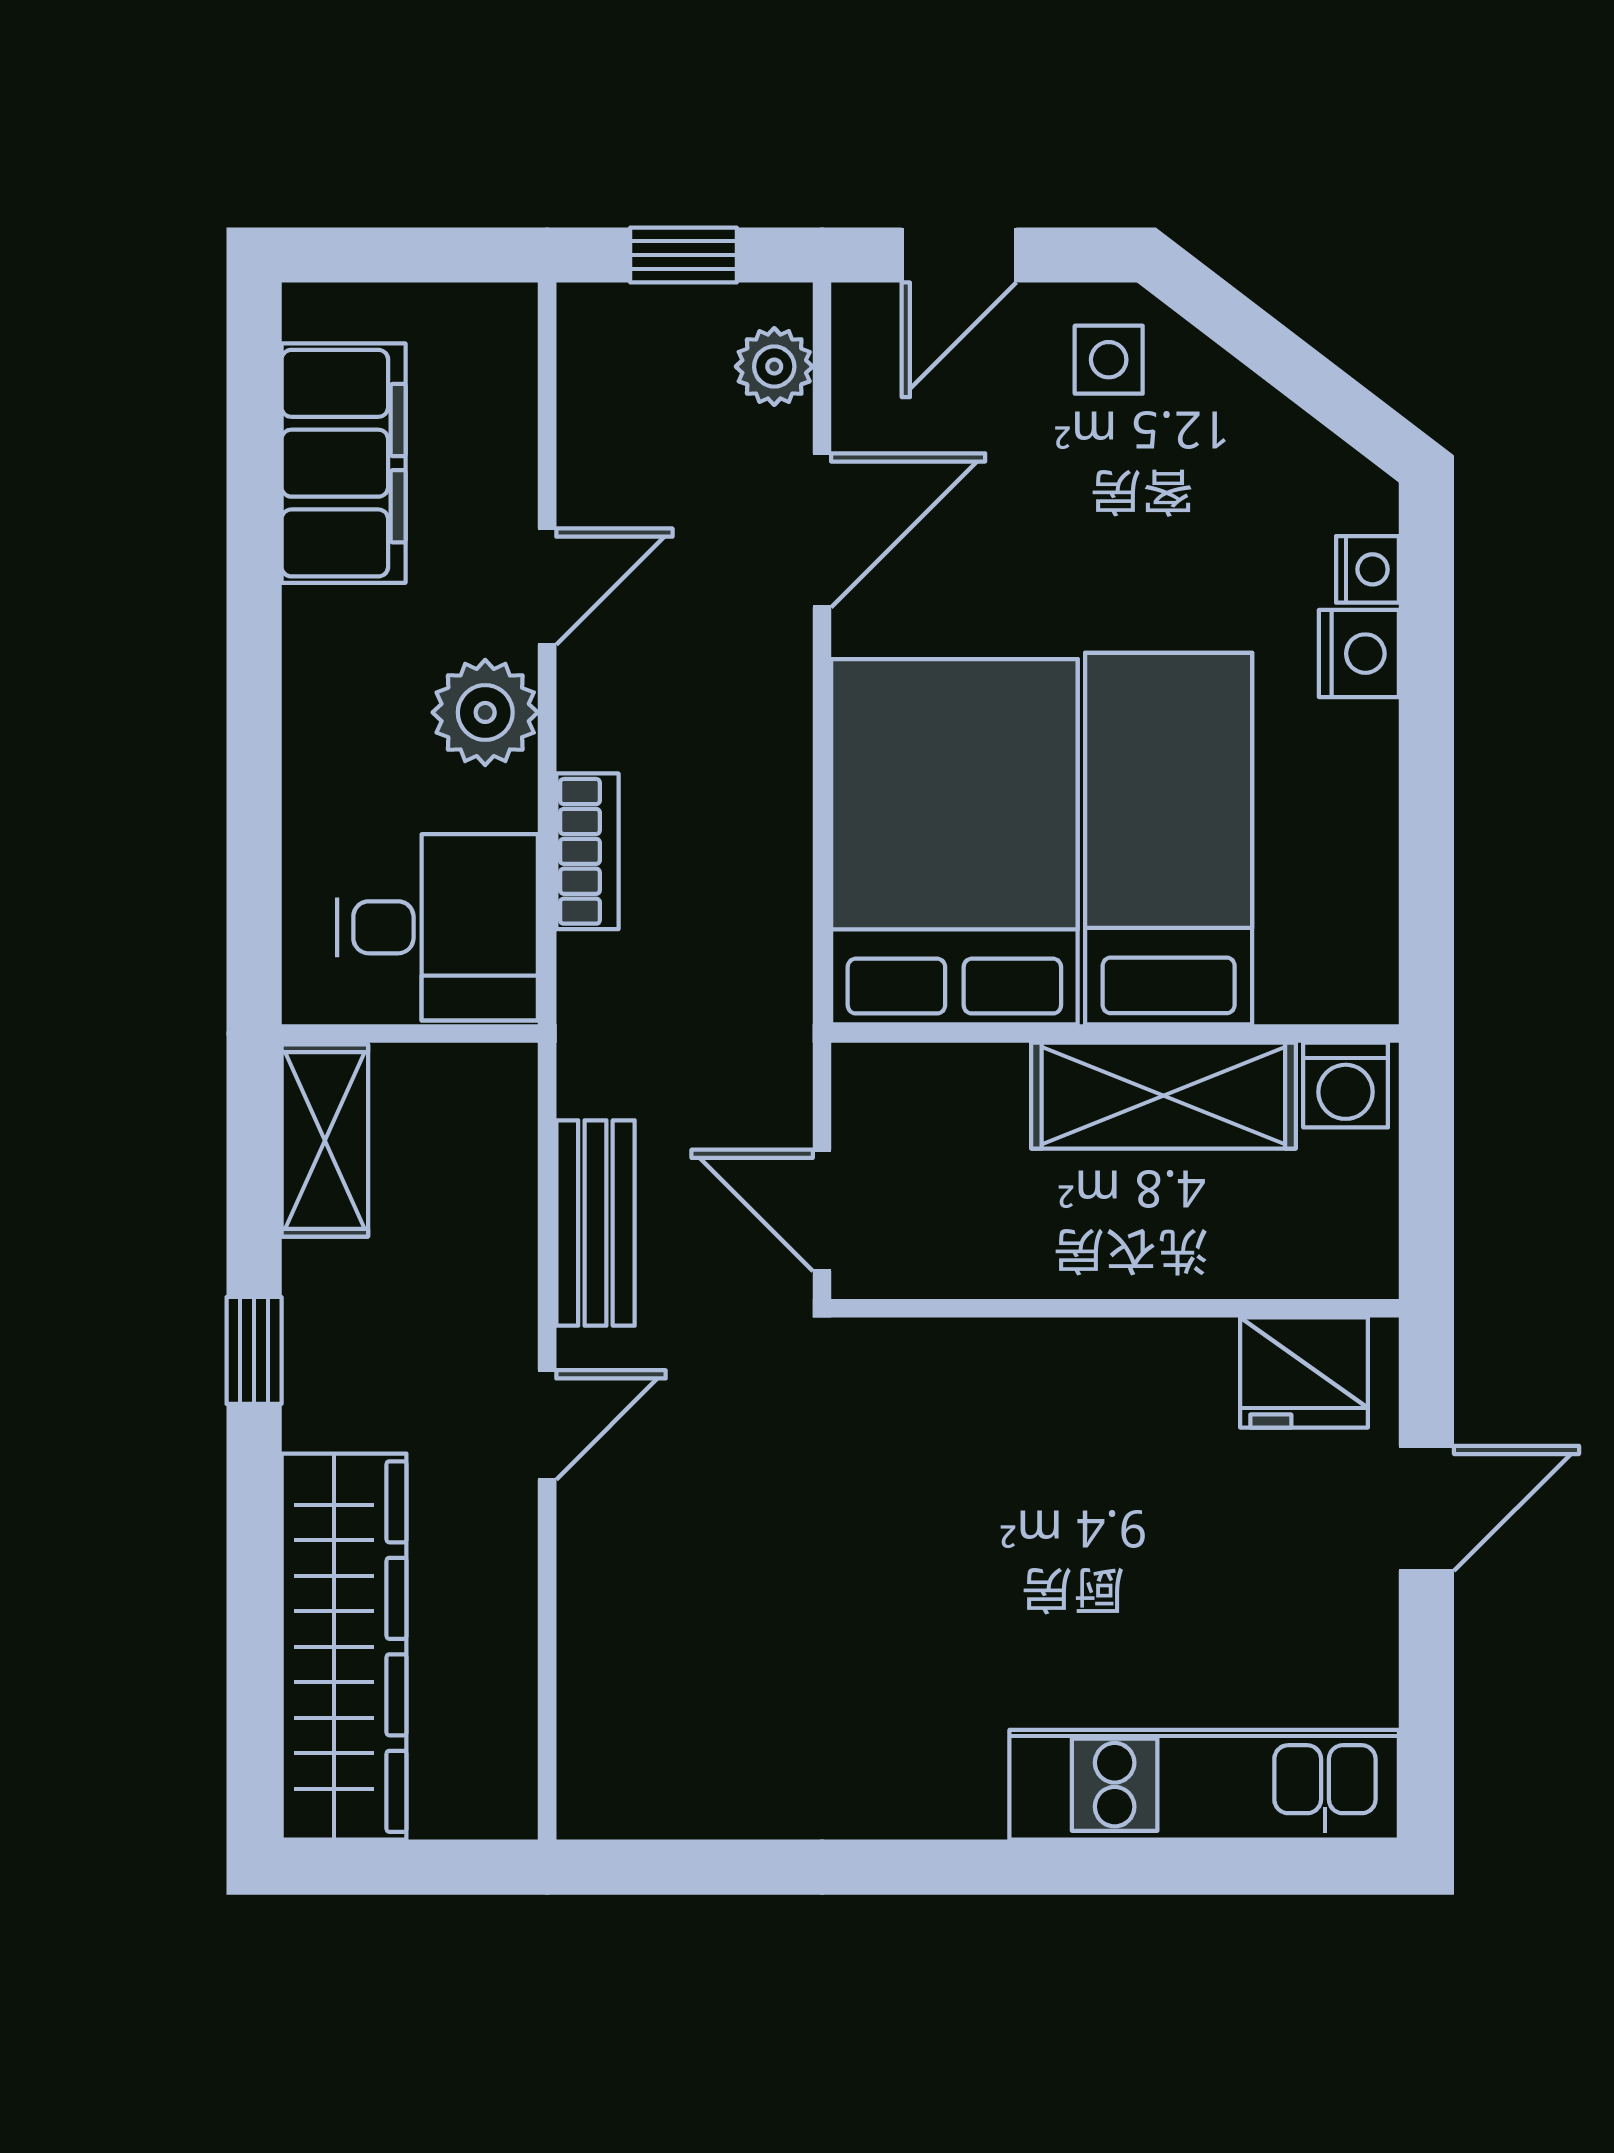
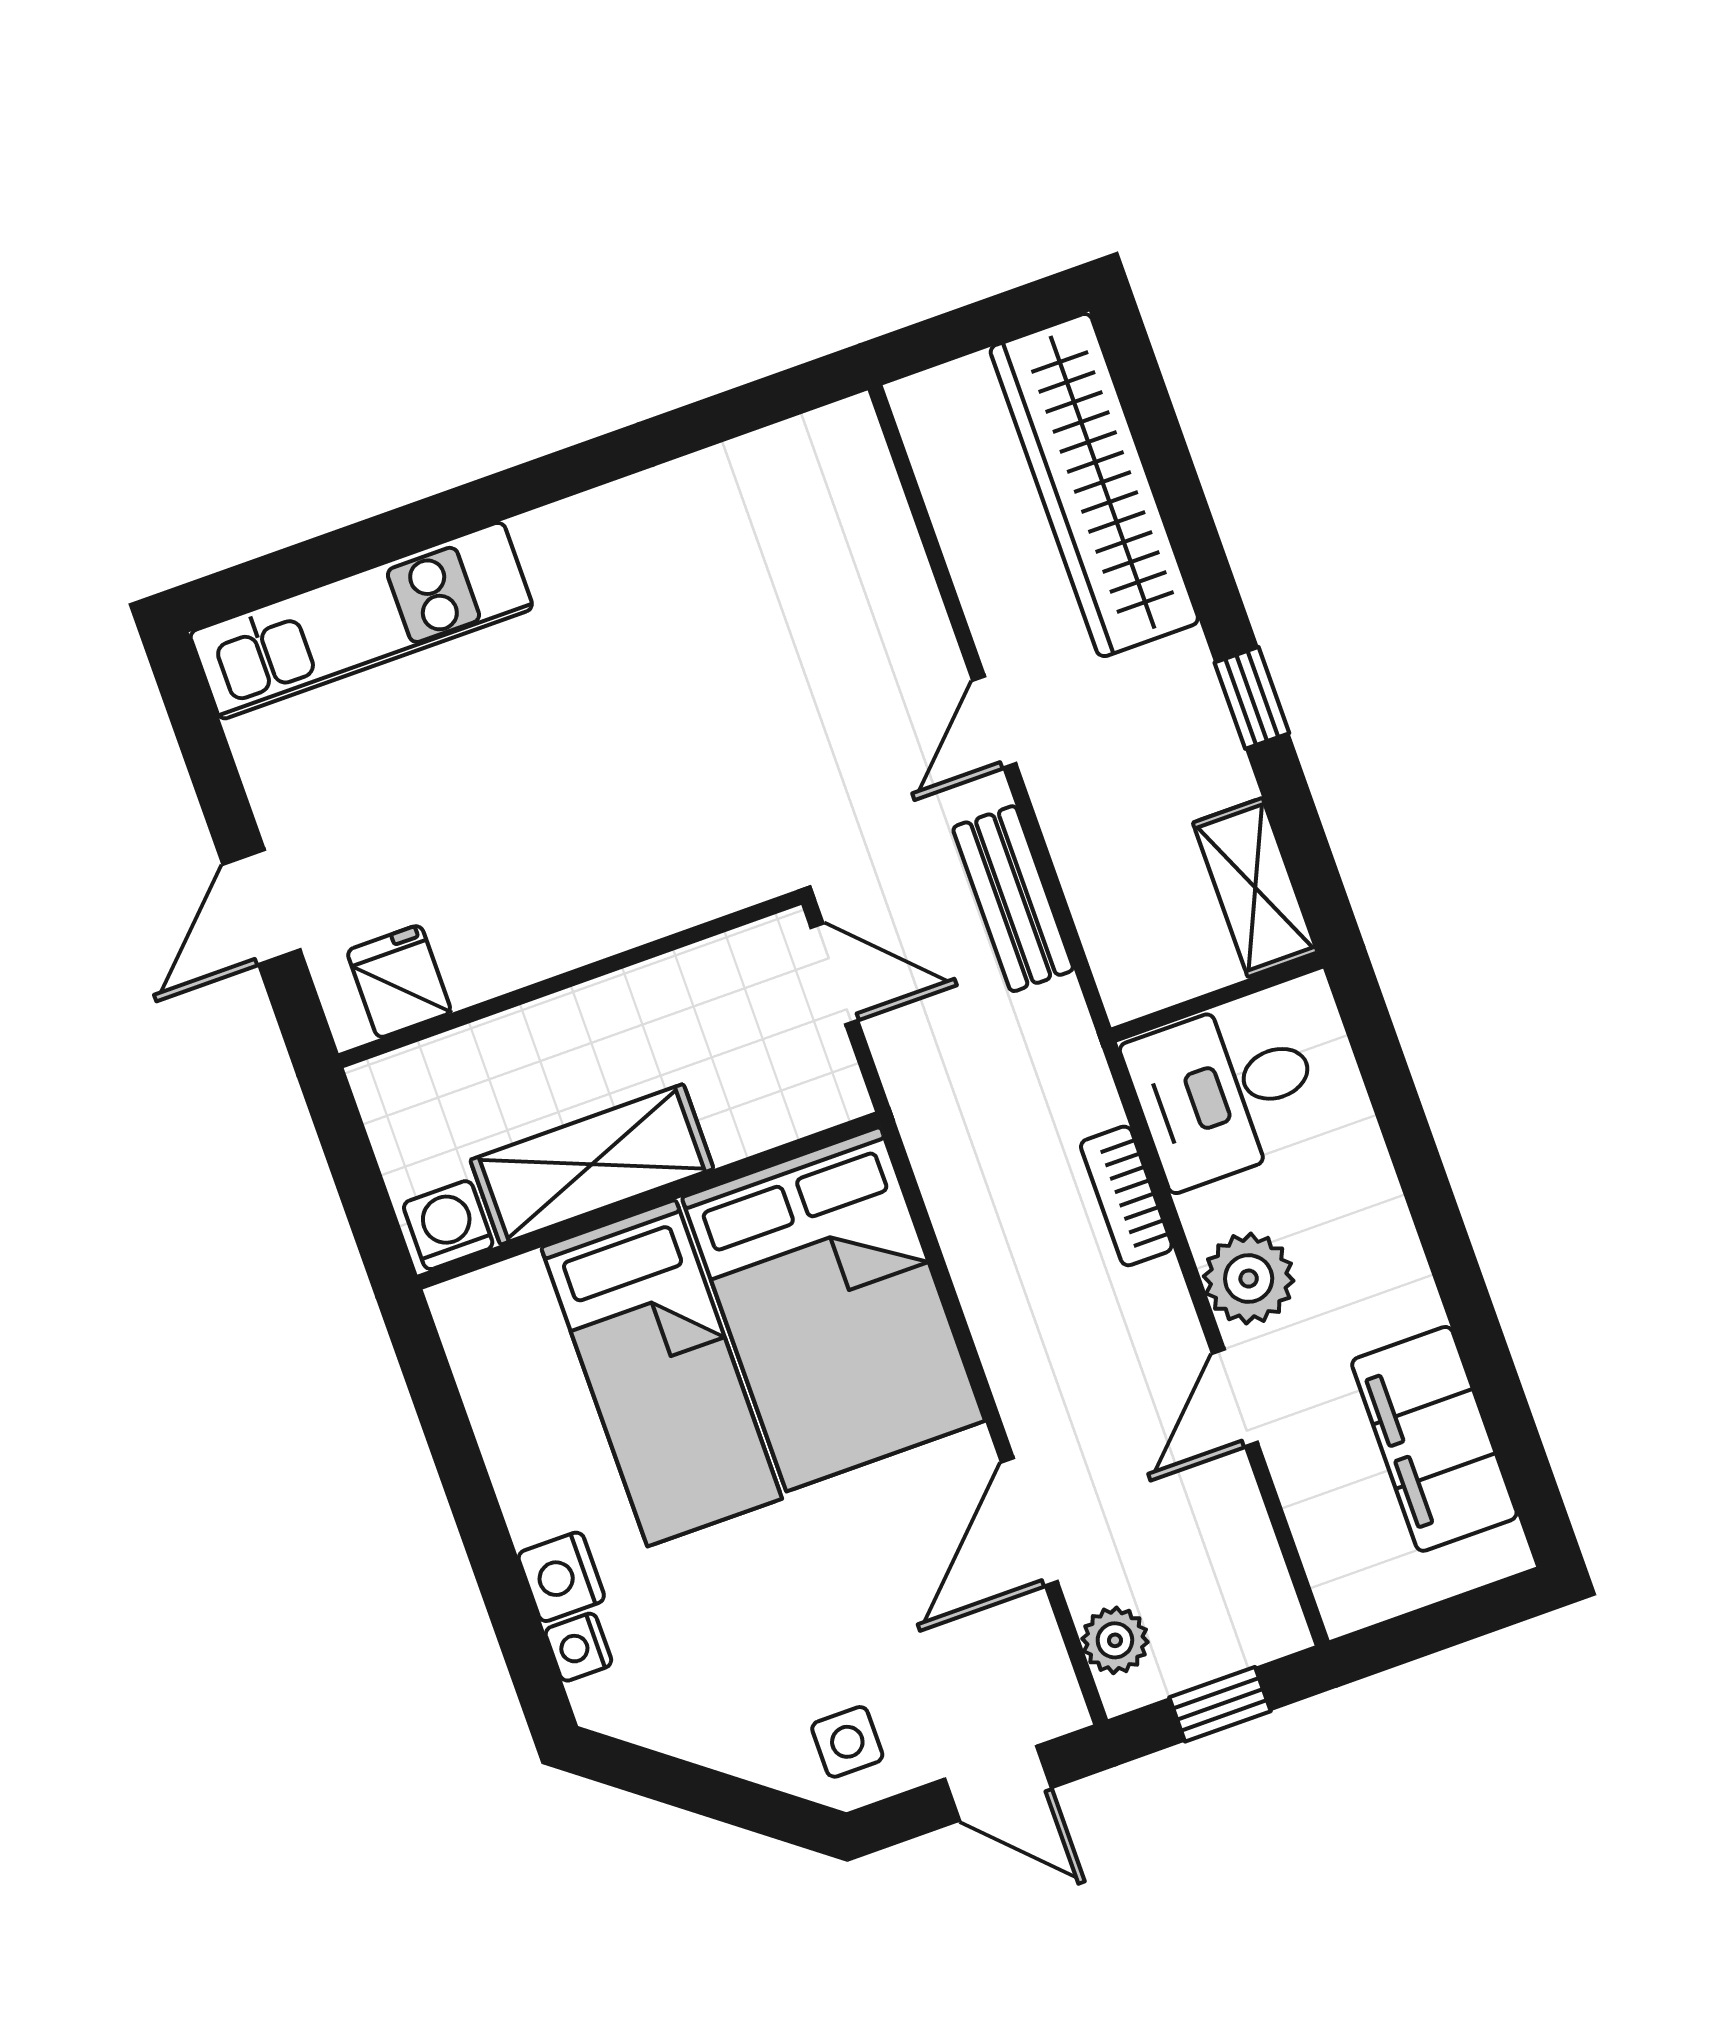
door: (959, 255) -> (998, 1783), swing flipped
fridge: (1304, 1373) -> (399, 981), width x0.72

